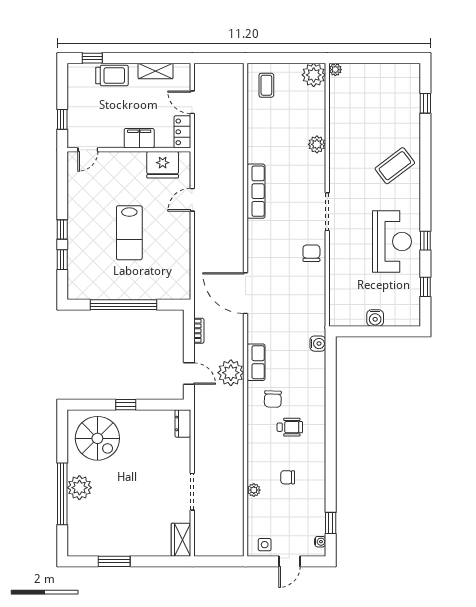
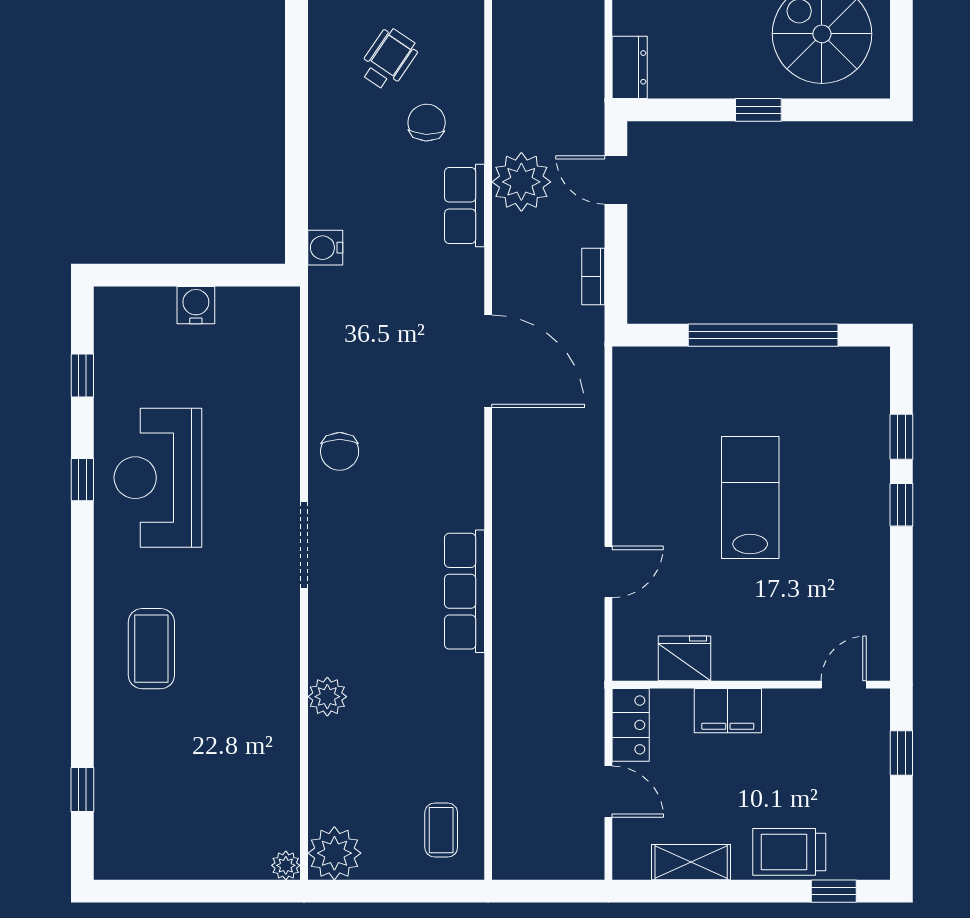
fridge: (163, 165) -> (684, 658), width x0.73, depth x0.75
coffee table: (395, 166) -> (151, 649), turned -53
wheelchair: (290, 427) -> (388, 59), turned 124

